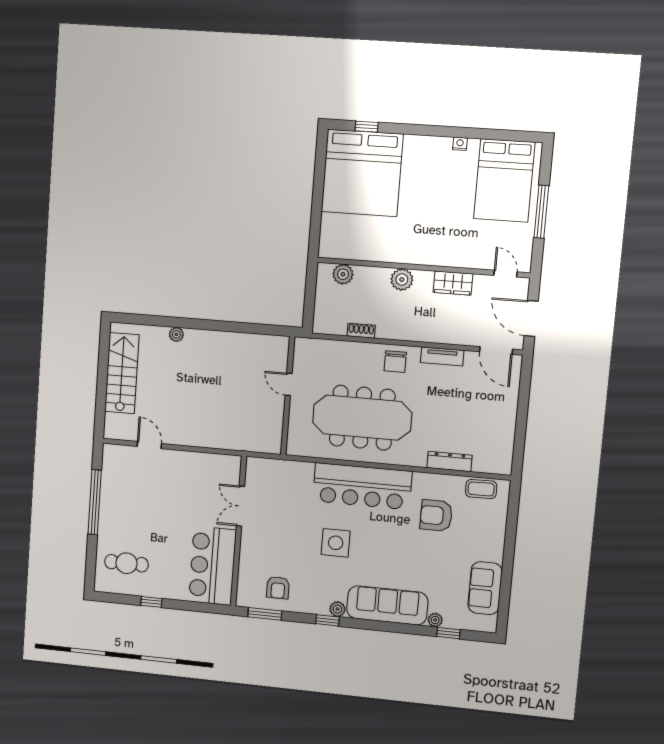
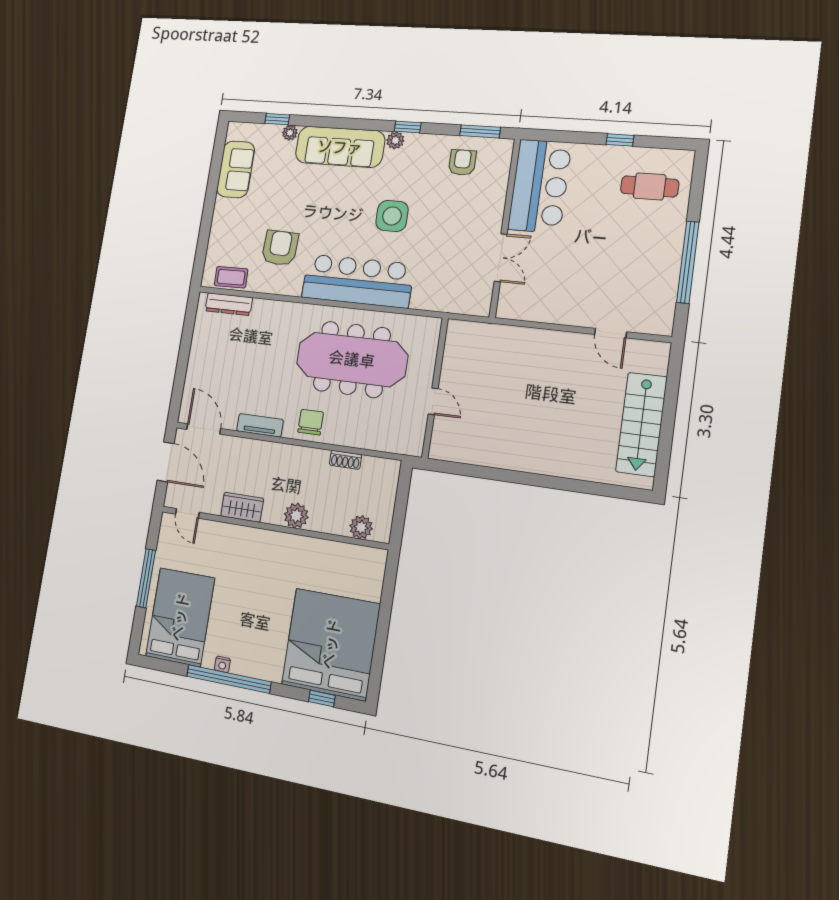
window: (453, 132) -> (229, 679), added
plant: (176, 334) -> (567, 469), removed
dresser: (449, 462) -> (229, 304), moved
armchair: (436, 515) -> (280, 248), turned -88

